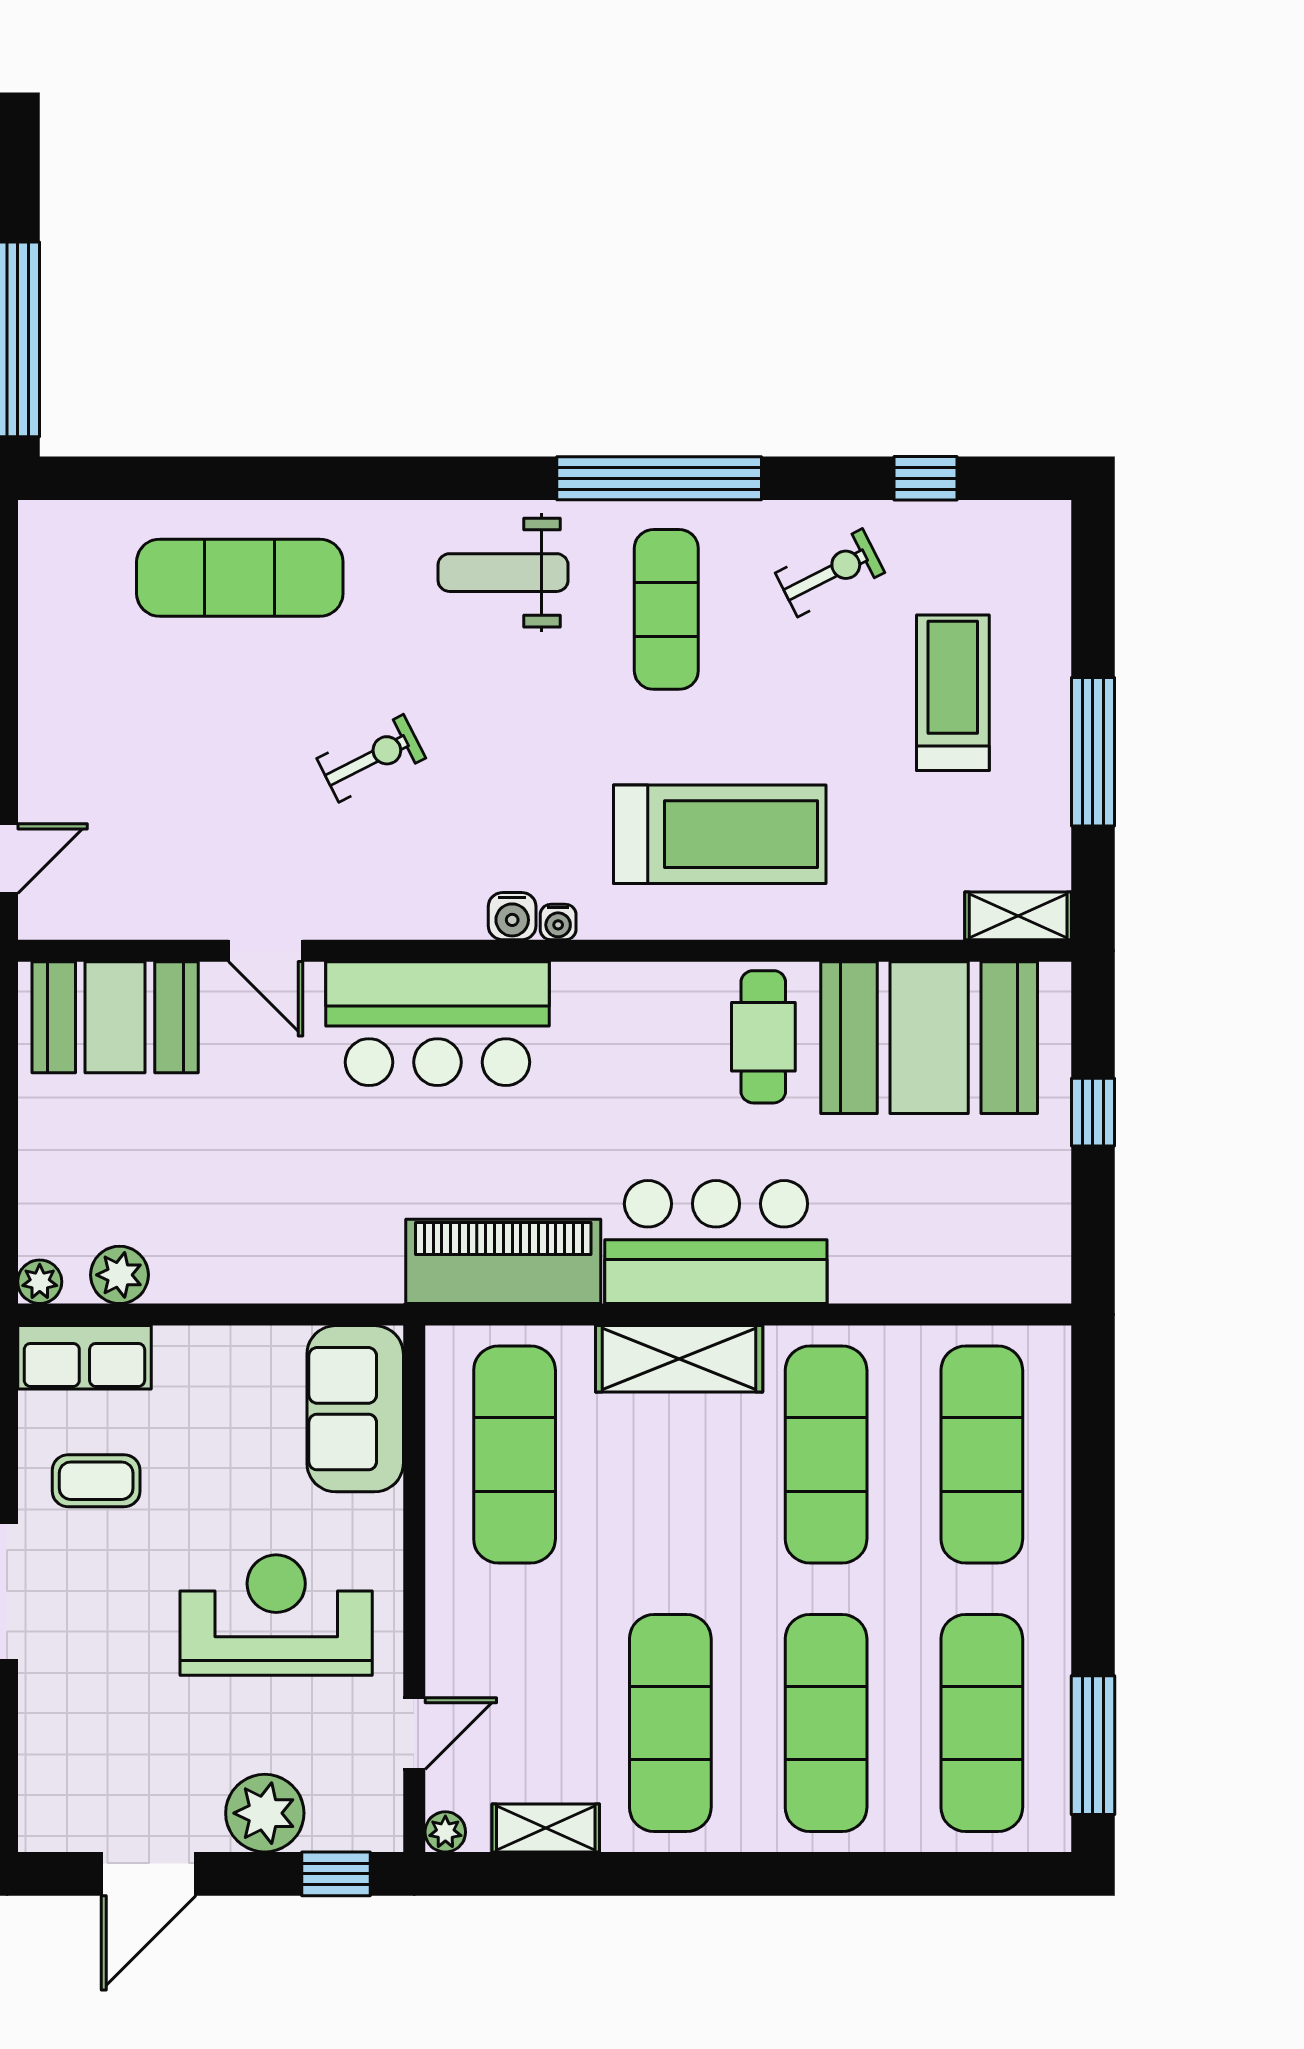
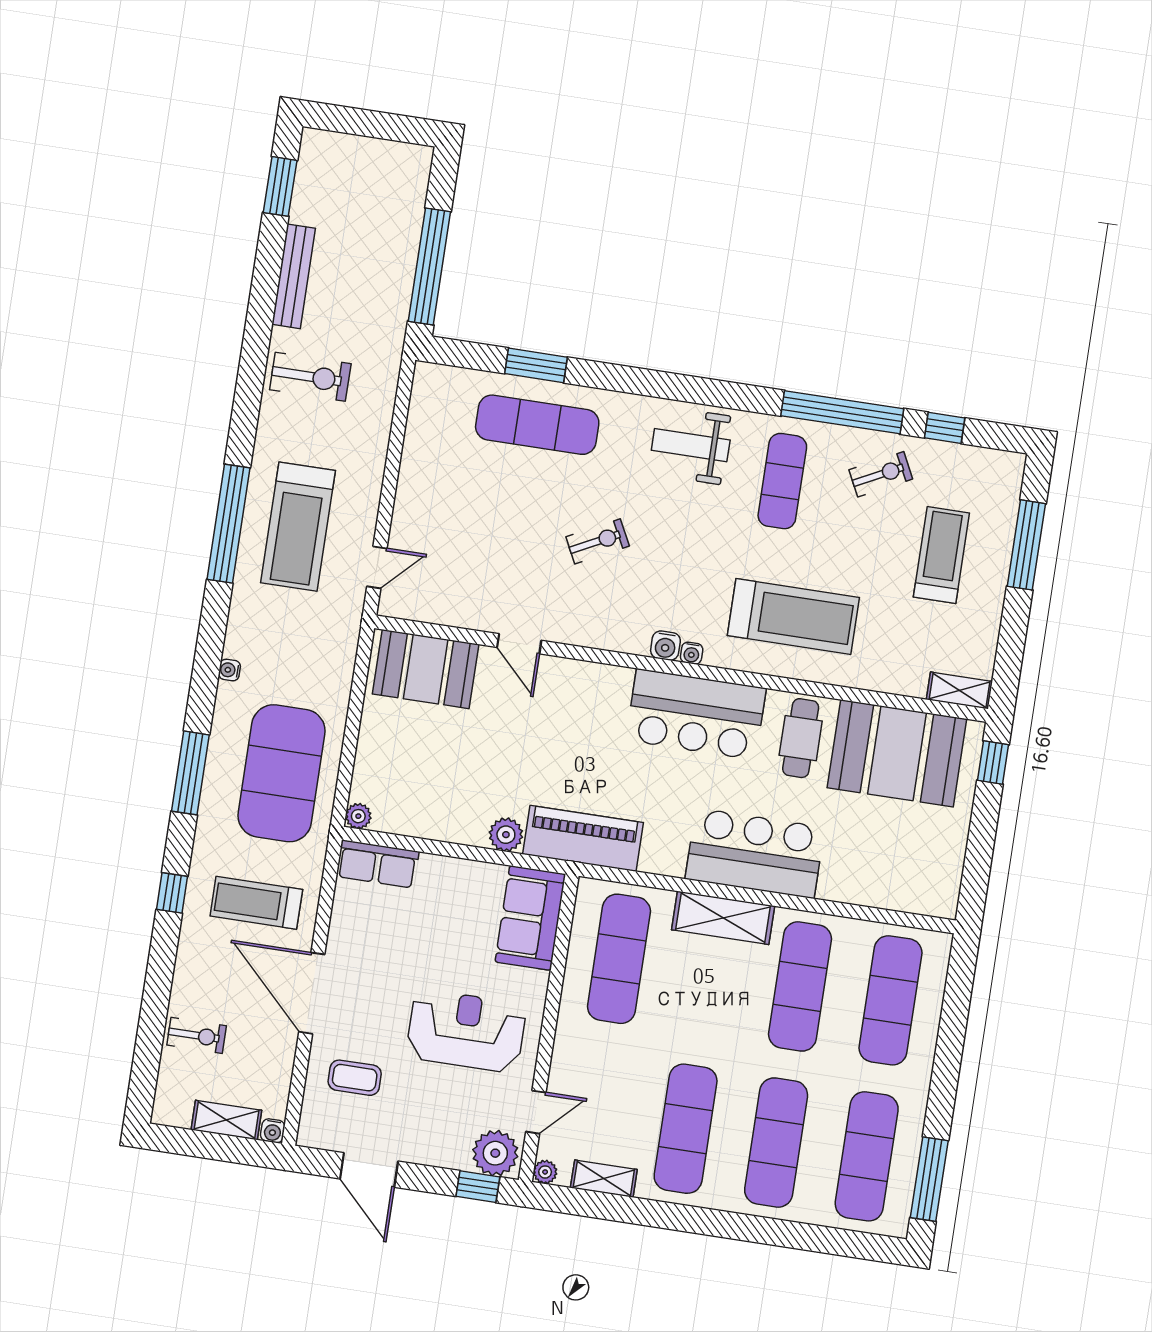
window: (222, 478) -> (536, 365), added
window: (659, 478) -> (842, 412), moved
window: (1093, 752) -> (1026, 545), moved
bar counter: (437, 1024) -> (696, 714), moved
window: (1093, 1112) -> (993, 763), moved
piano: (503, 1261) -> (583, 838), moved
plant: (120, 1275) -> (506, 835), moved
coffee table: (96, 1481) -> (355, 1078), moved
plant: (265, 1813) -> (495, 1153), moved
door: (149, 1874) -> (369, 1170), hinge flipped

